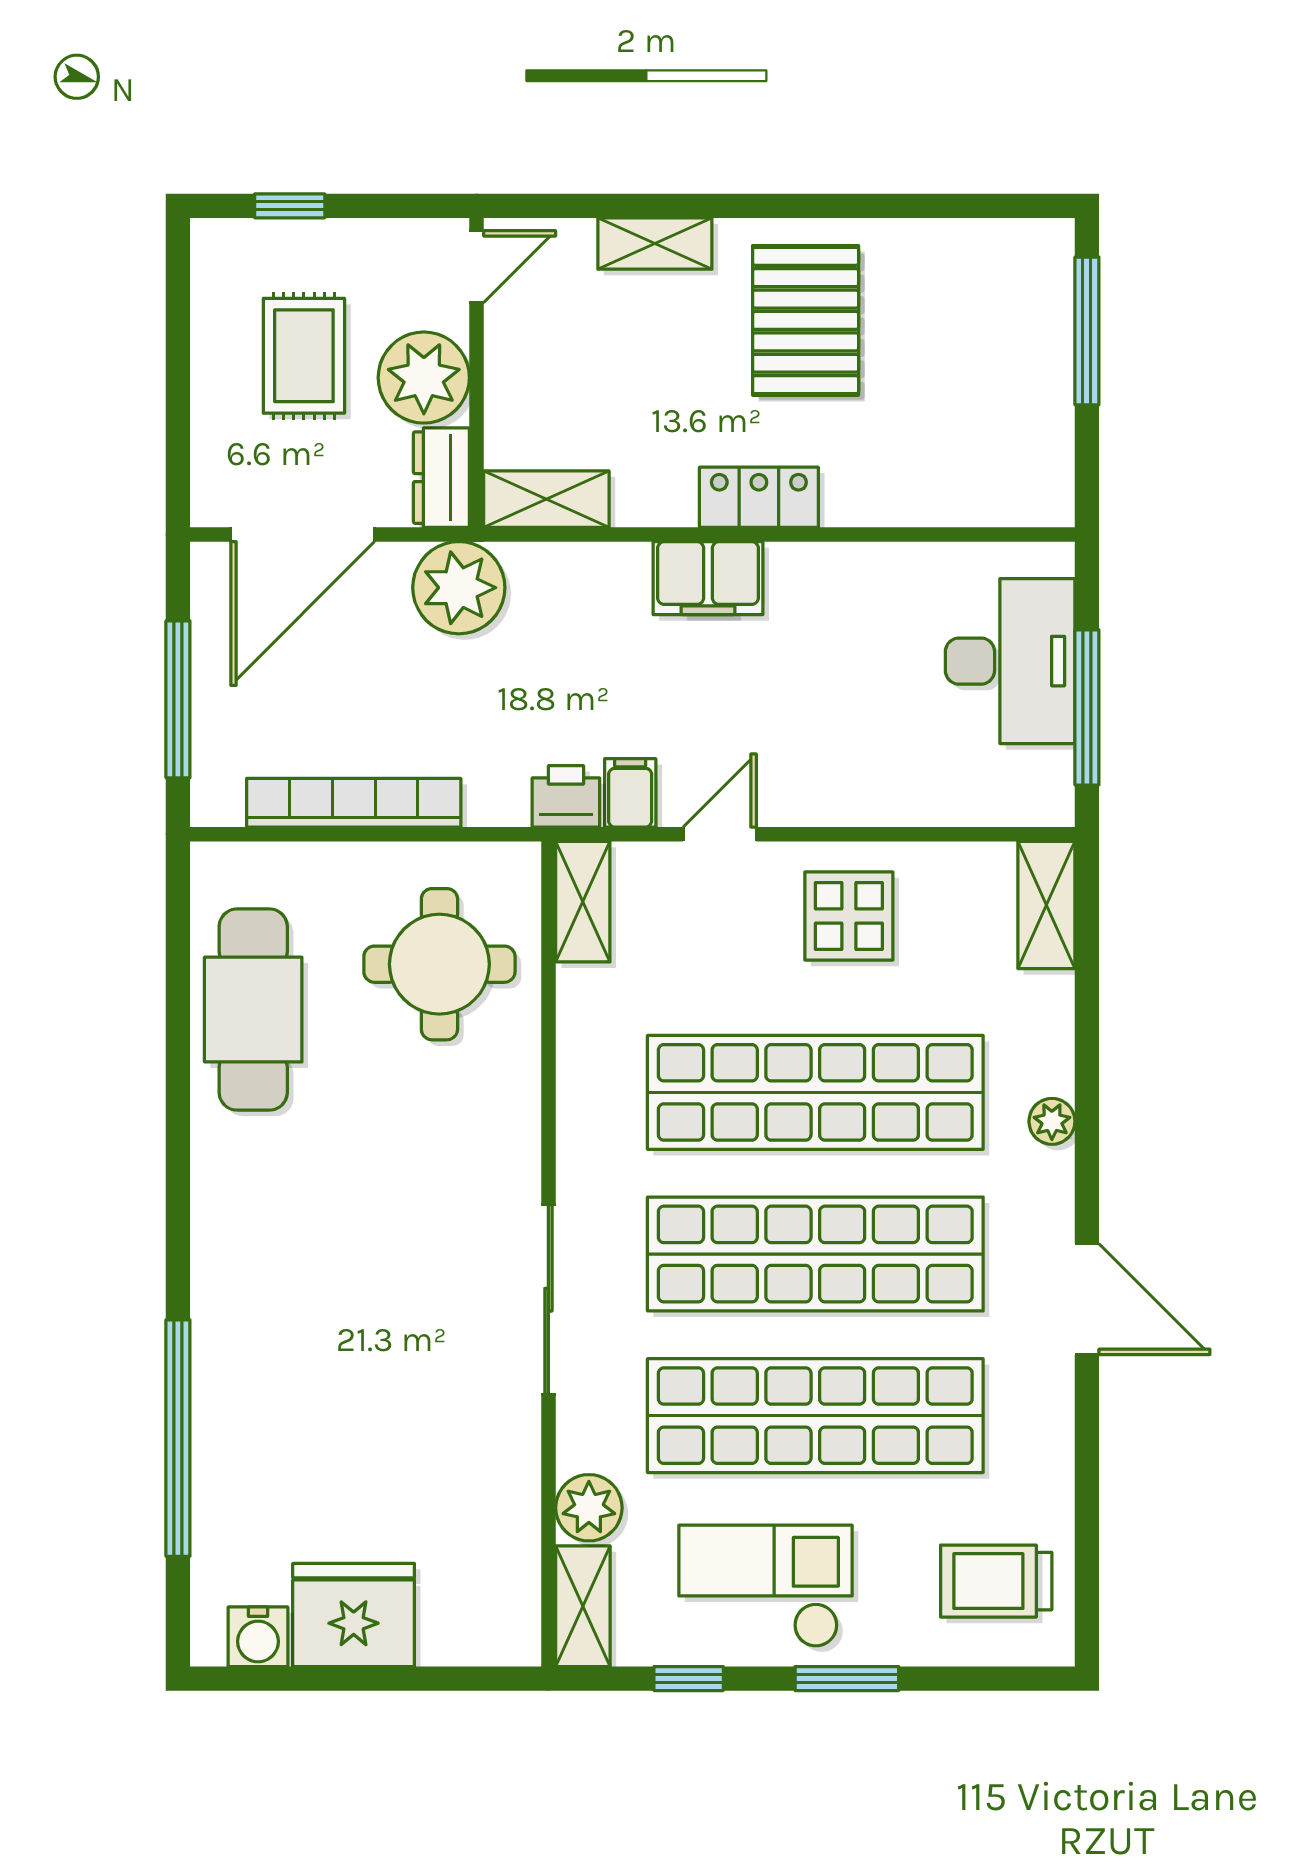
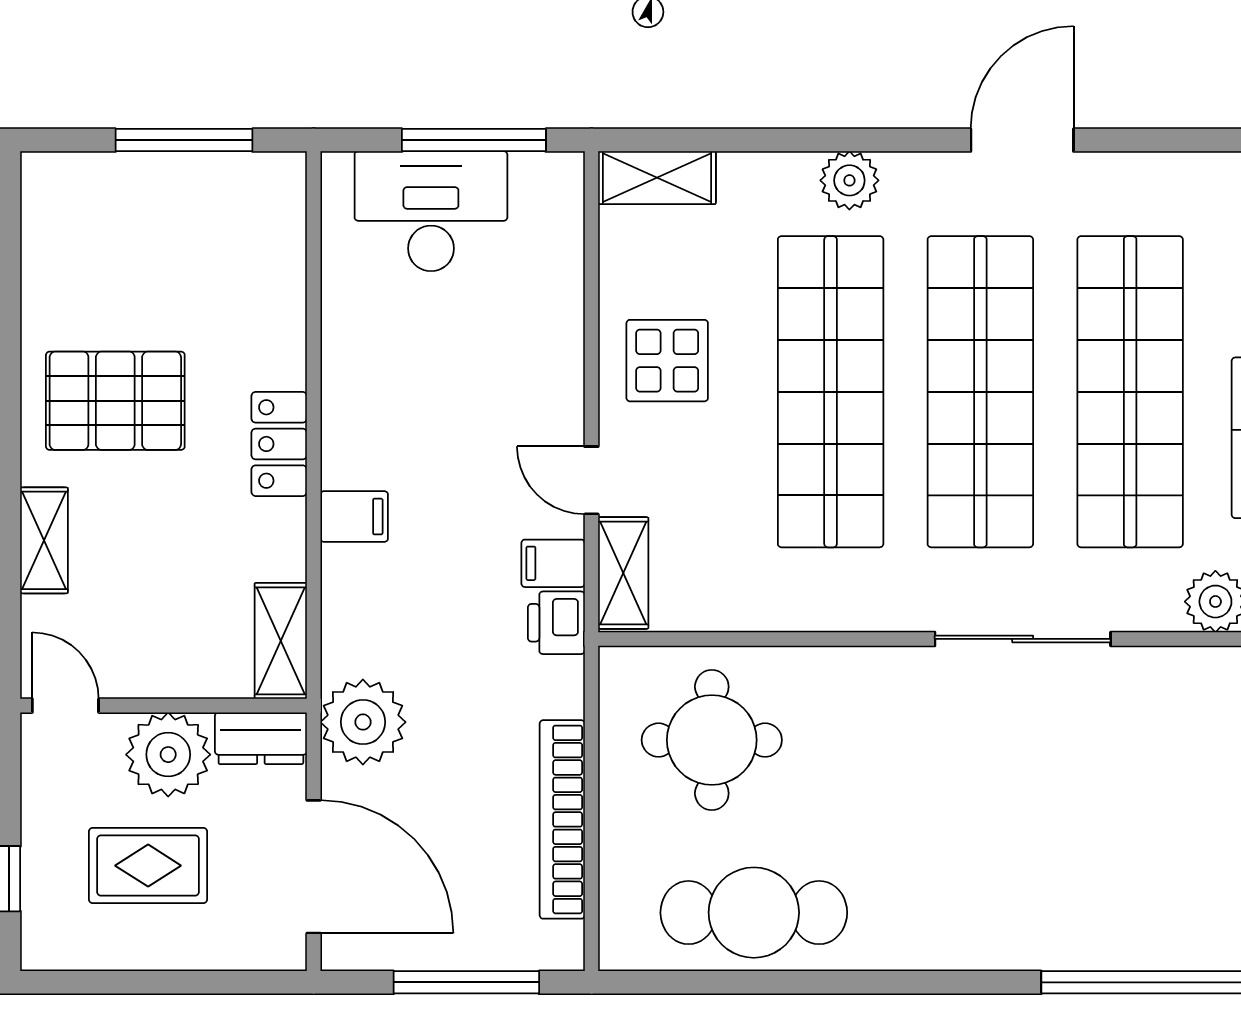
window: (1087, 331) -> (184, 140), moved
filing cabinet: (708, 578) -> (354, 517), width x0.50
shelving: (583, 902) -> (623, 573), moved, turned 90
plant: (1052, 1121) -> (849, 180), width x1.38, depth x1.38

